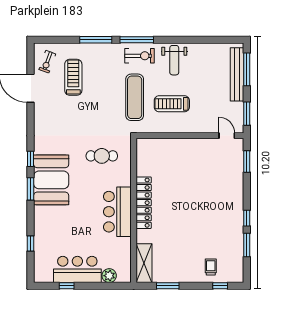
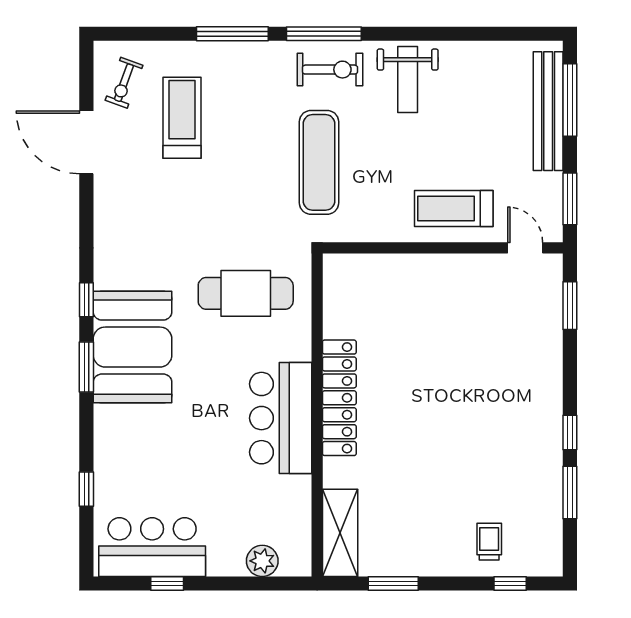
treadmill: (172, 104) -> (454, 208), moved
cafe table: (102, 156) -> (246, 293), width x1.37, depth x1.35
bar counter: (77, 269) -> (152, 547), moved

